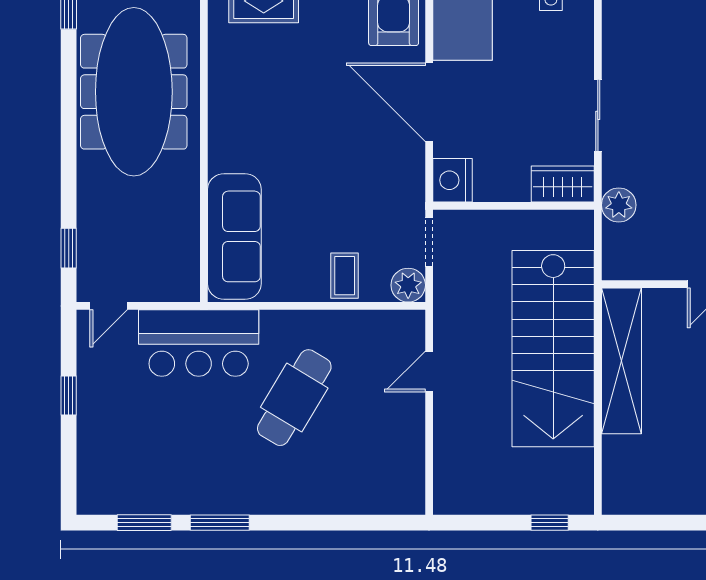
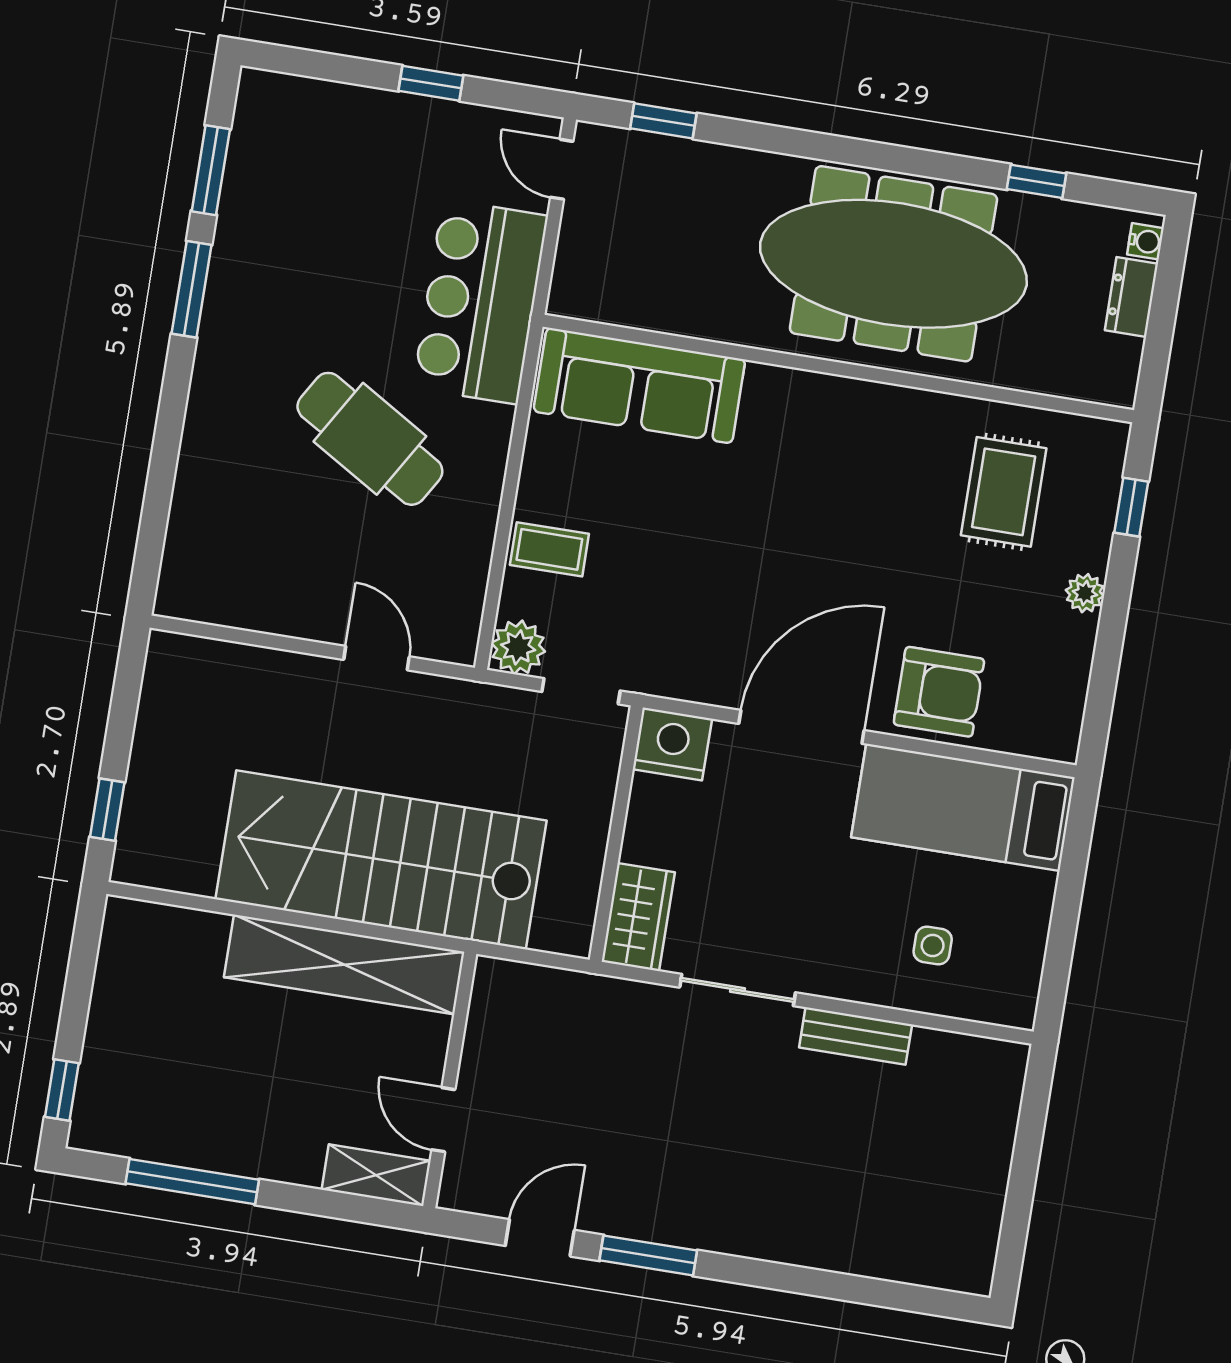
bench: (614, 38) -> (856, 1036), added
plant: (619, 205) -> (591, 1000), removed

